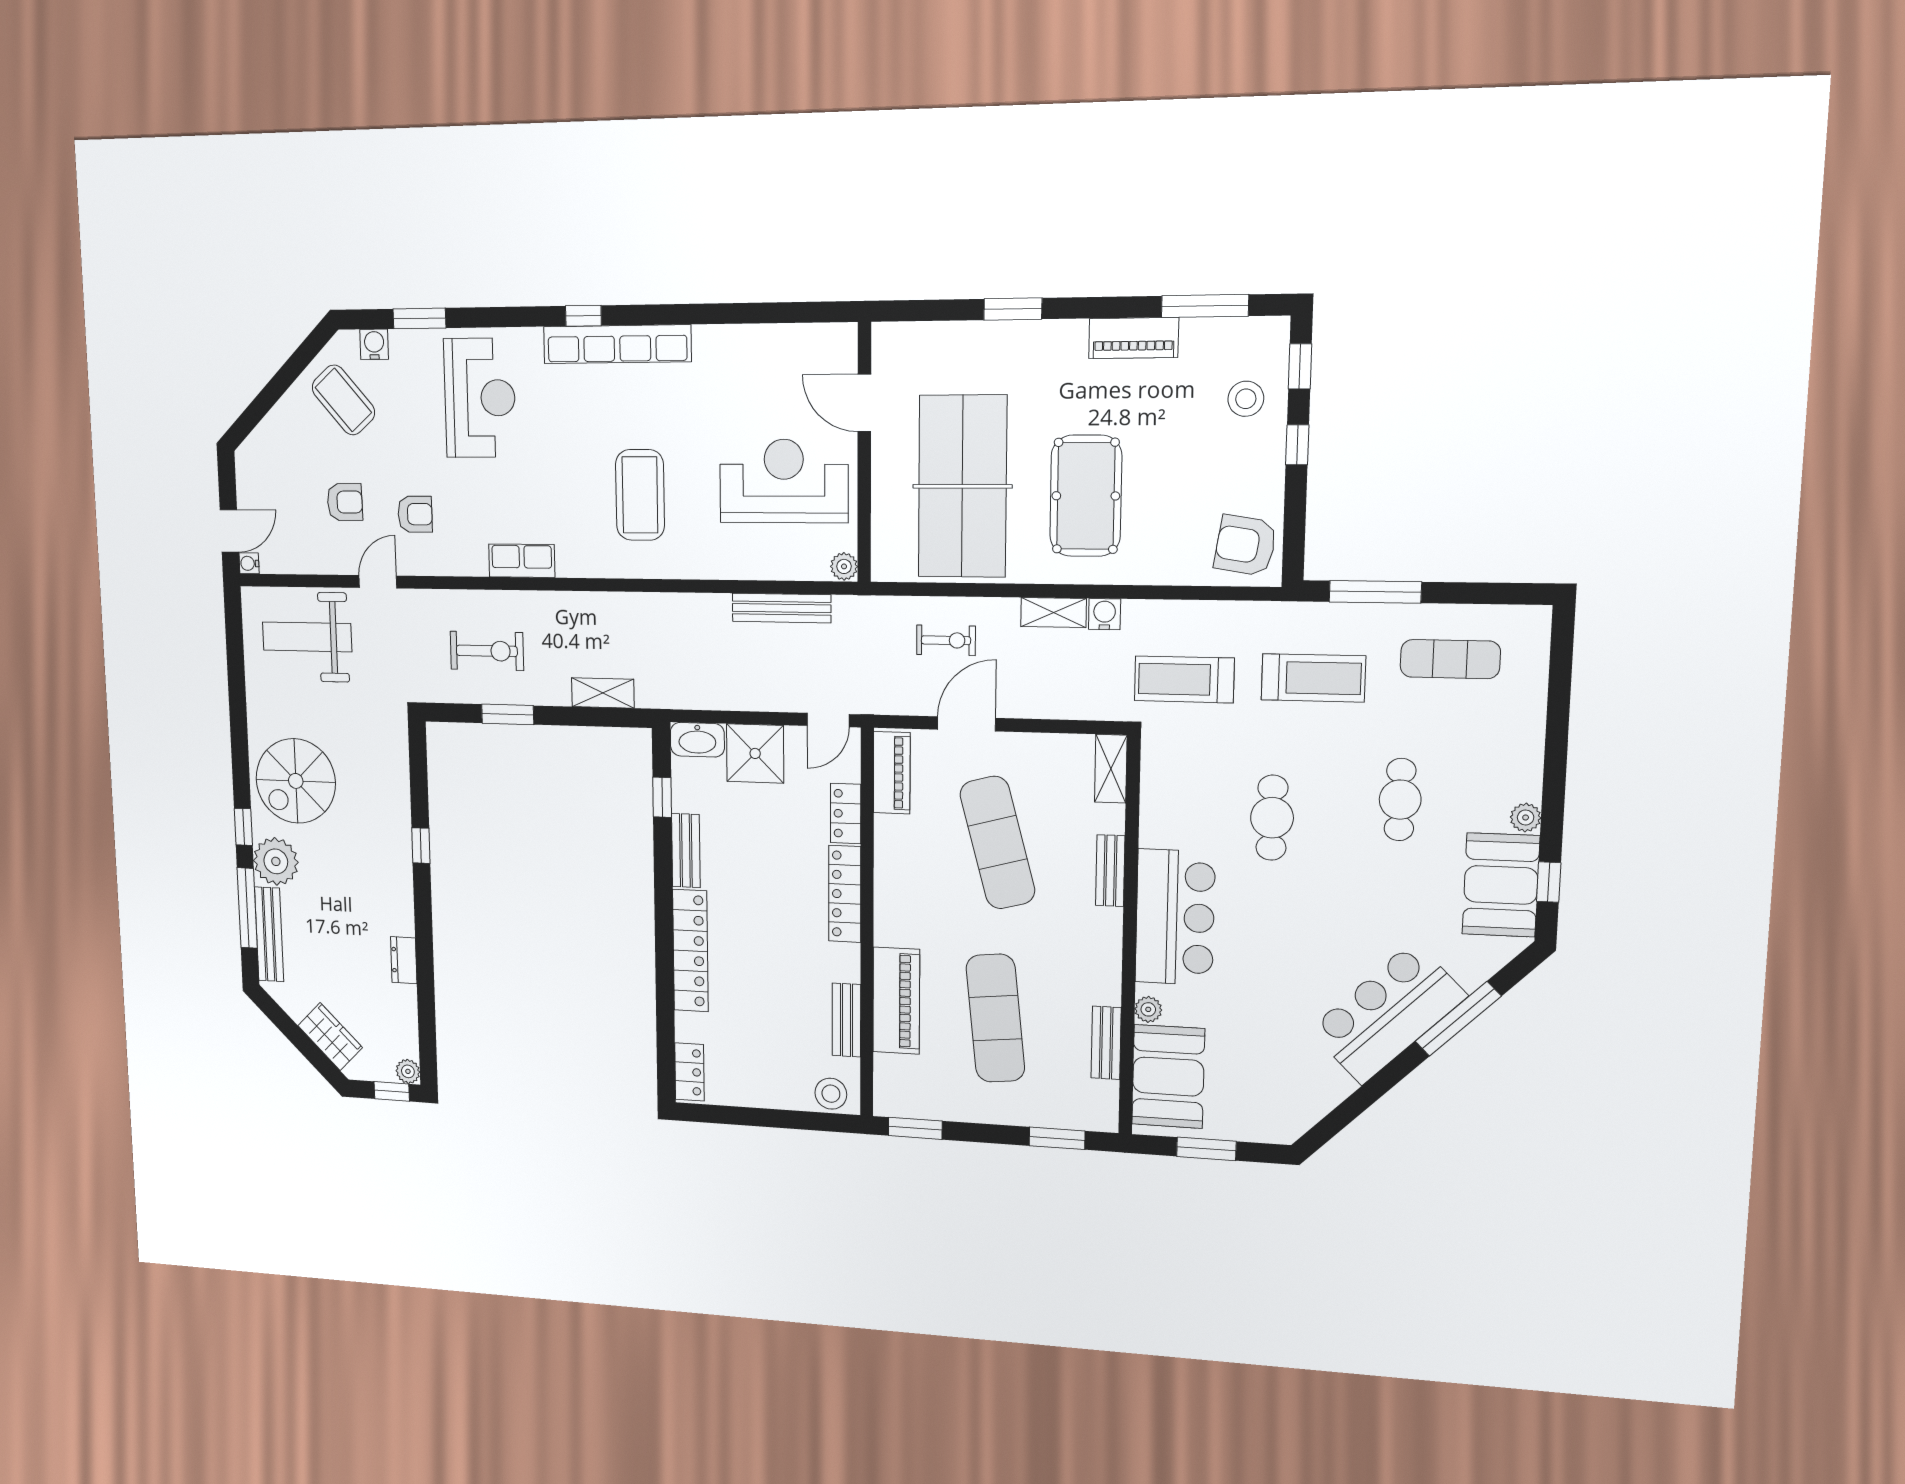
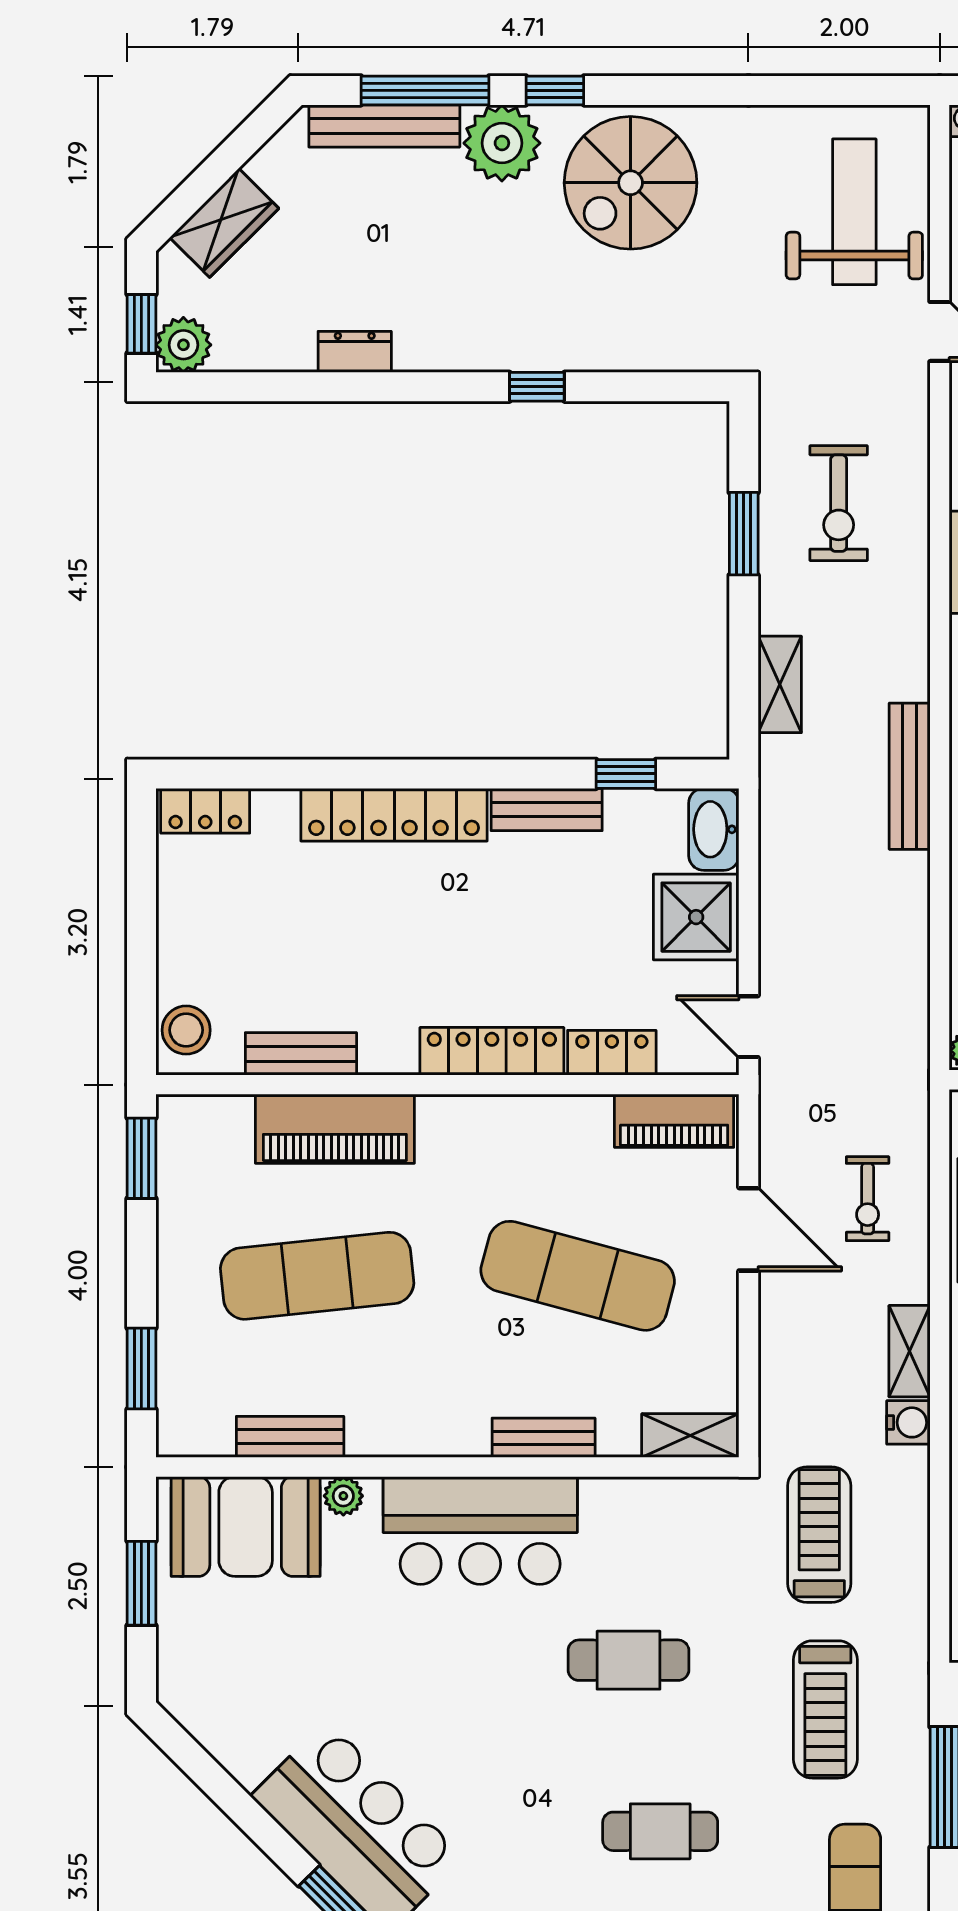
bench: (782, 608) -> (910, 776), moved
spiral stairs: (296, 781) -> (631, 183), turned -90
exercise mat: (997, 843) -> (578, 1276), turned 30
plant: (408, 1071) -> (183, 345), width x1.38, depth x1.38

